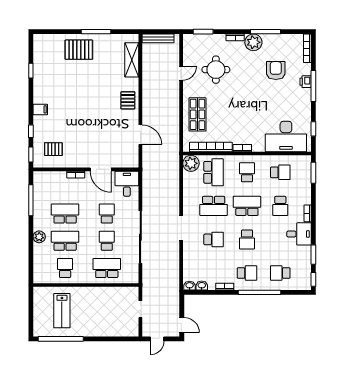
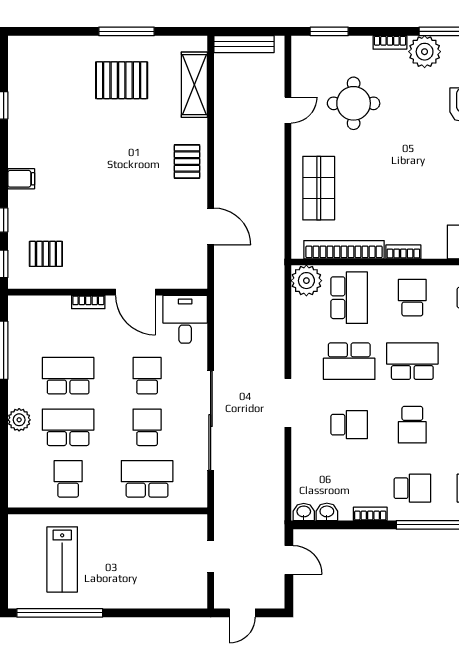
pallet: (79, 50) -> (122, 80), moved
door: (182, 325) -> (289, 560), moved

